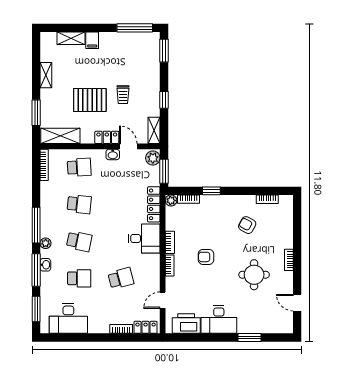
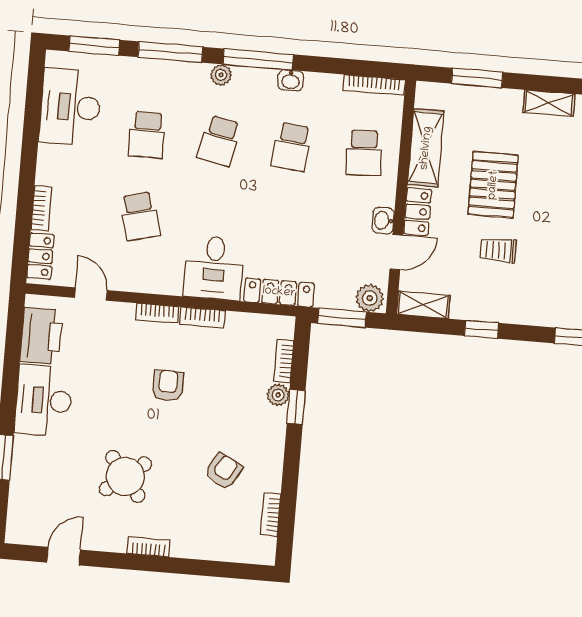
shelving: (60, 136) -> (426, 148), moved
plant: (171, 200) -> (278, 395), moved
washbasin: (45, 265) -> (291, 80), moved
round table: (254, 275) -> (125, 476), turned -38

